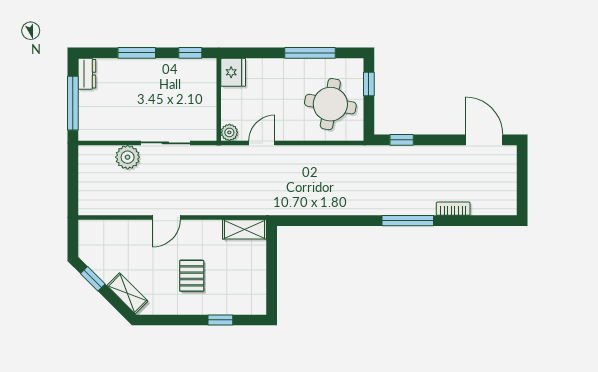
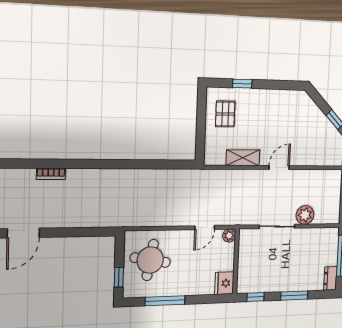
window: (402, 140) -> (93, 232), removed
door: (484, 140) -> (23, 233), hinge flipped
window: (408, 221) -> (90, 164), removed
shelving: (245, 229) -> (243, 158), moved
pallet: (192, 276) -> (225, 114), moved
shelving: (127, 293) -> (311, 107), removed

